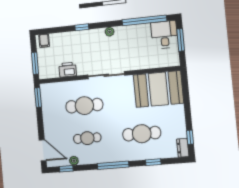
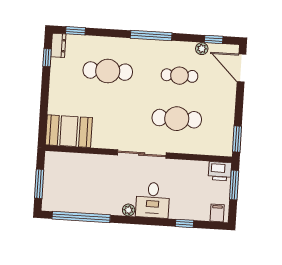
window: (82, 27) -> (185, 223), moved
desk: (164, 35) -> (153, 200), moved
printer: (68, 70) -> (220, 171), moved
booth: (158, 89) -> (69, 131), width x0.73, depth x0.70
window: (153, 162) -> (76, 31), moved

